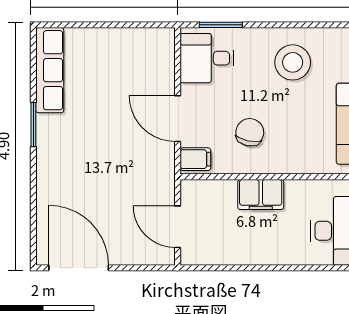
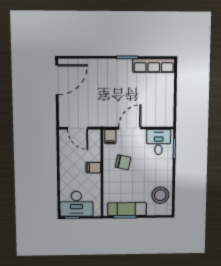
stool: (293, 62) -> (160, 195), moved
filing cabinet: (261, 195) -> (93, 168), width x0.50
door: (178, 227) -> (78, 128), swing flipped

